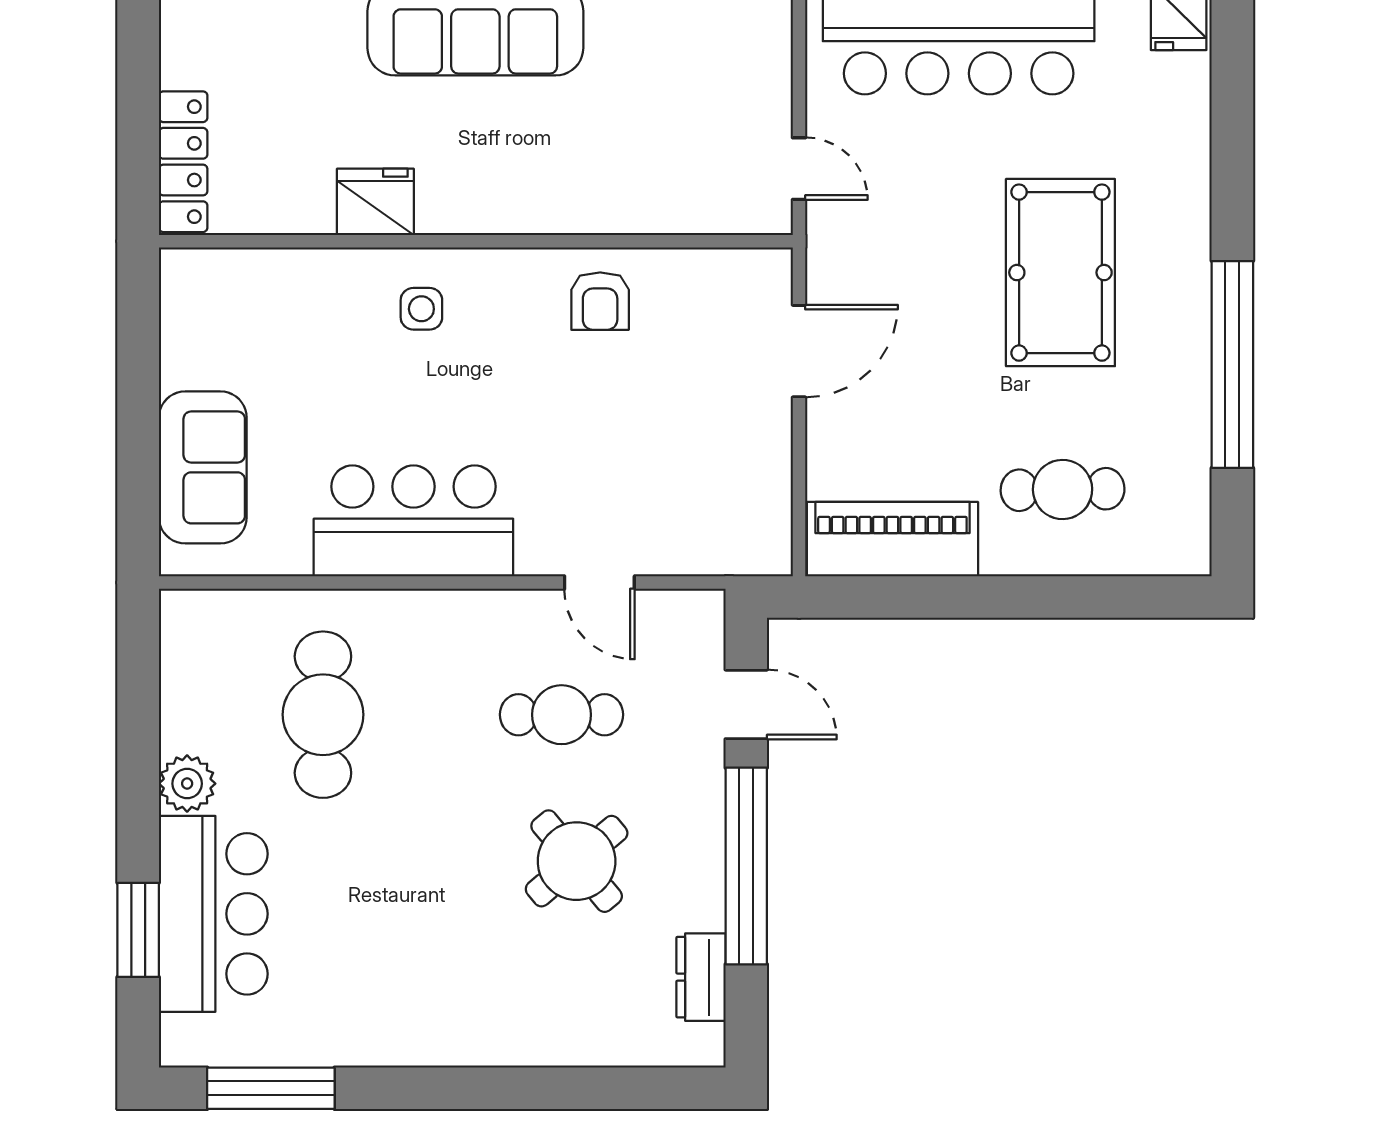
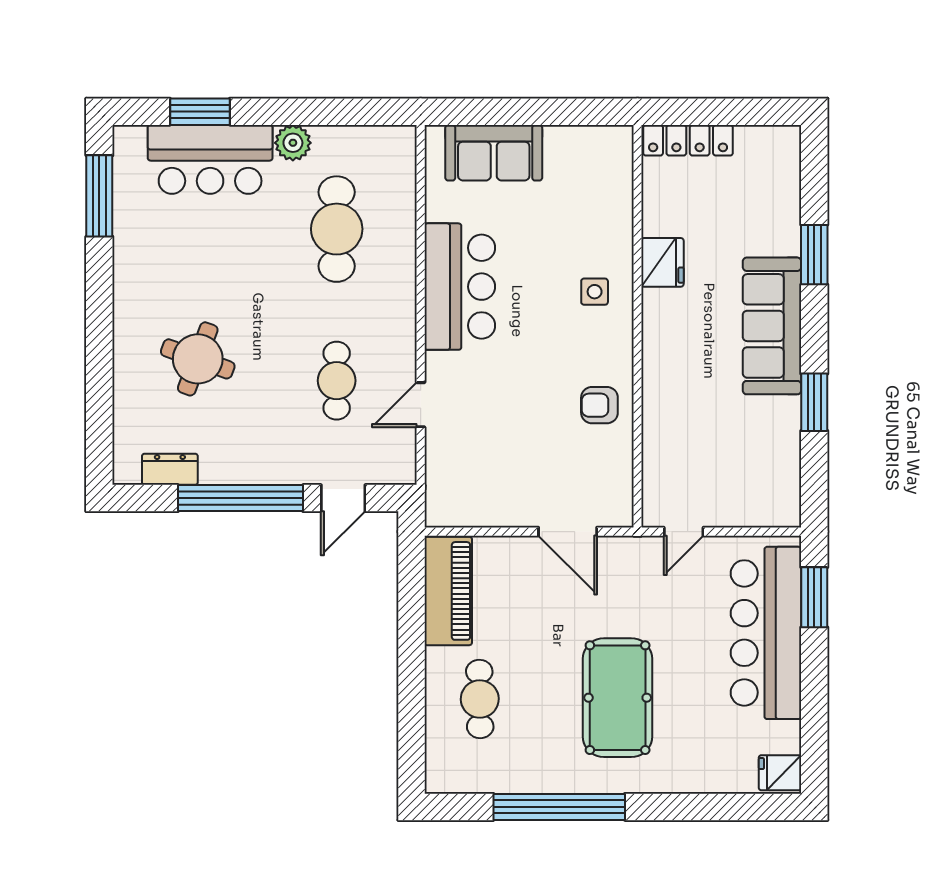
pool table: (1060, 273) -> (618, 698), turned 90
cafe table: (323, 715) -> (337, 229), turned 90
round table: (577, 861) -> (198, 359), moved, turned -30

